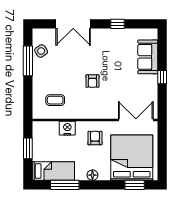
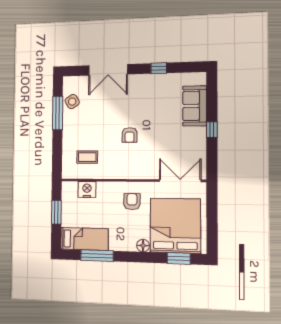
nightstand: (67, 128) -> (87, 189), moved
floor lamp: (92, 175) -> (143, 246), moved

